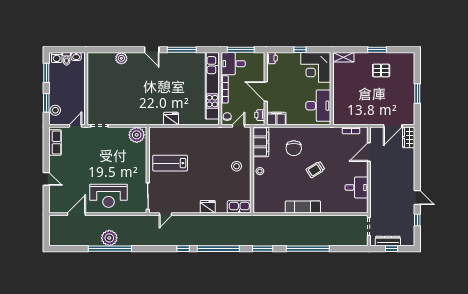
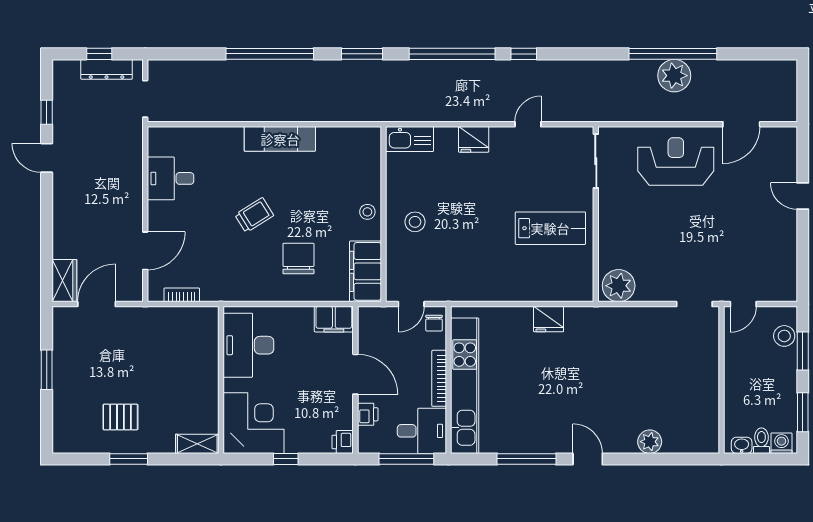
printer: (260, 115) -> (368, 414), moved
row of seats: (55, 143) -> (785, 270), removed
door: (166, 214) -> (528, 124), moved

